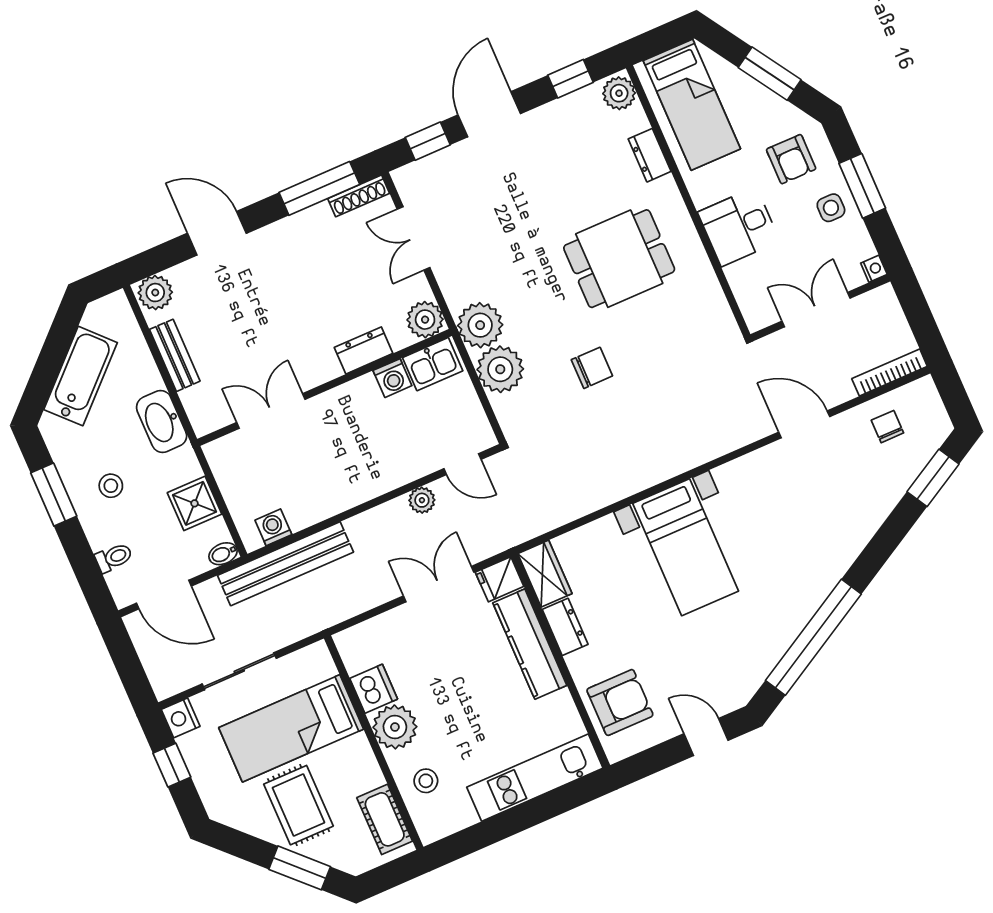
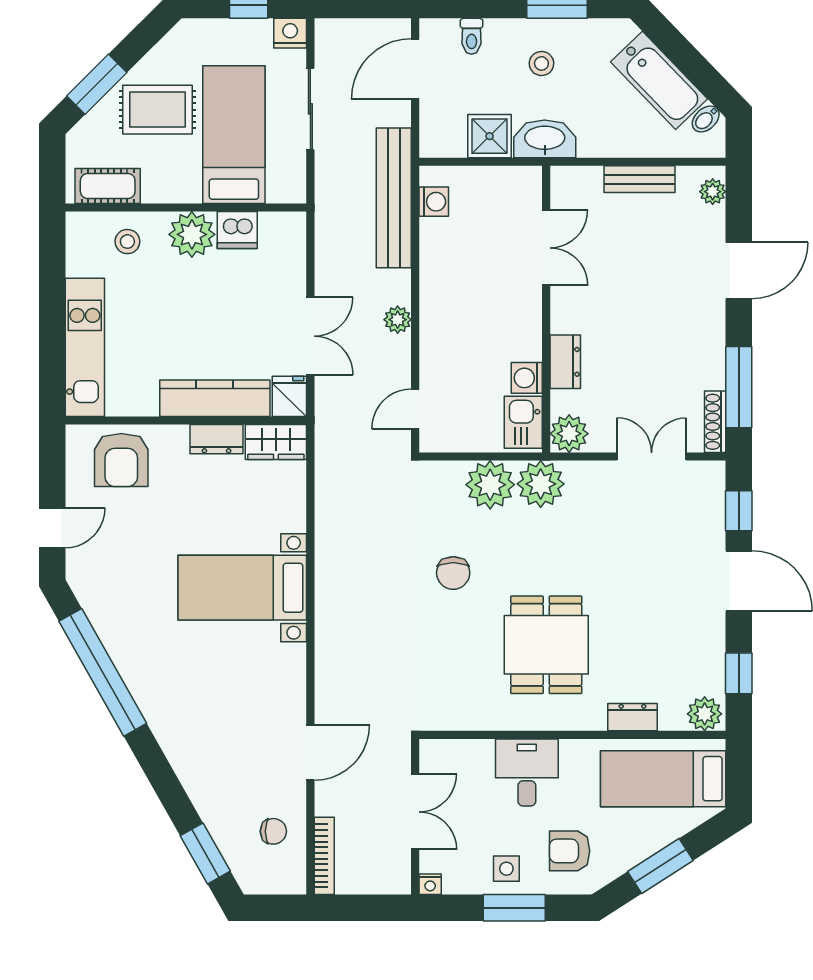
plant: (155, 293) -> (713, 192), width x0.73, depth x0.73
washbasin: (162, 421) -> (545, 139), moved
plant: (422, 500) -> (398, 320), moved
bidet: (223, 554) -> (706, 119), moved, turned -134

